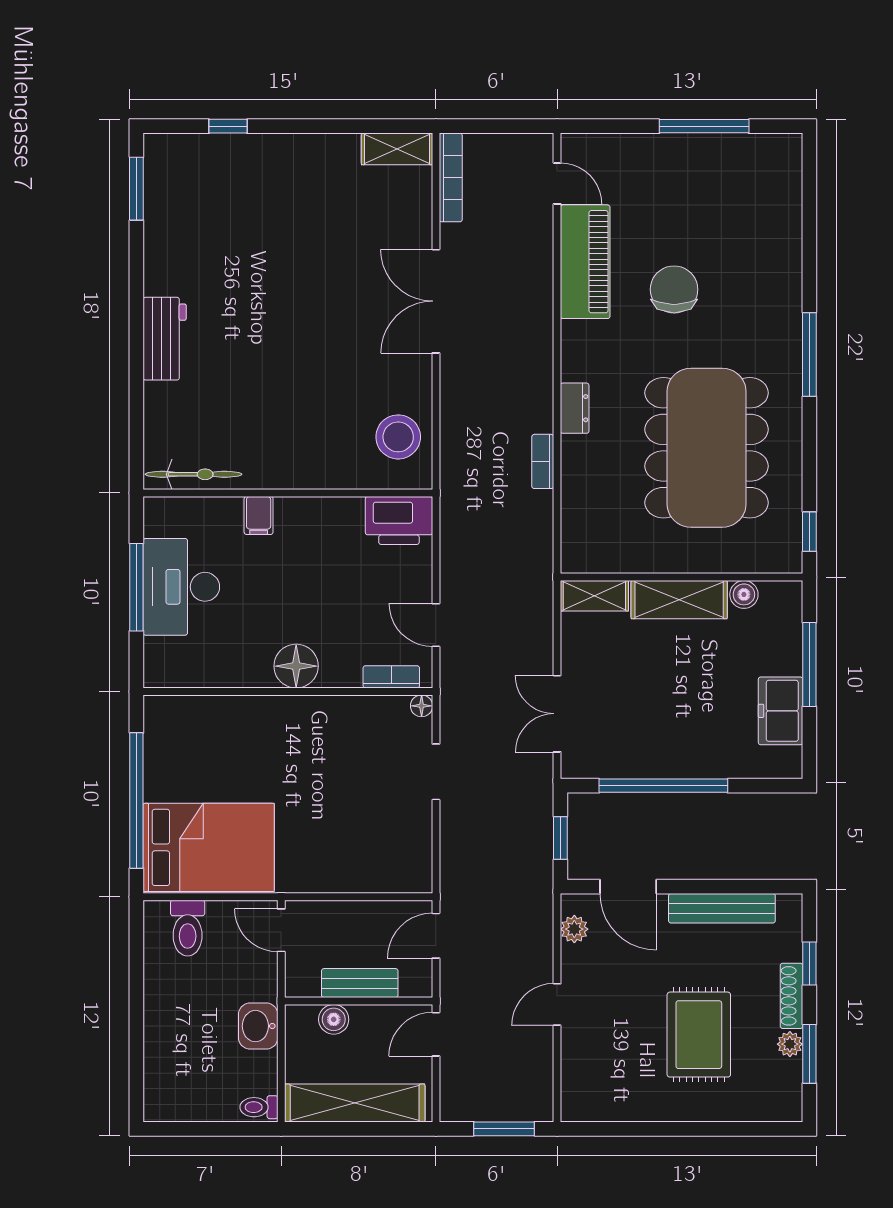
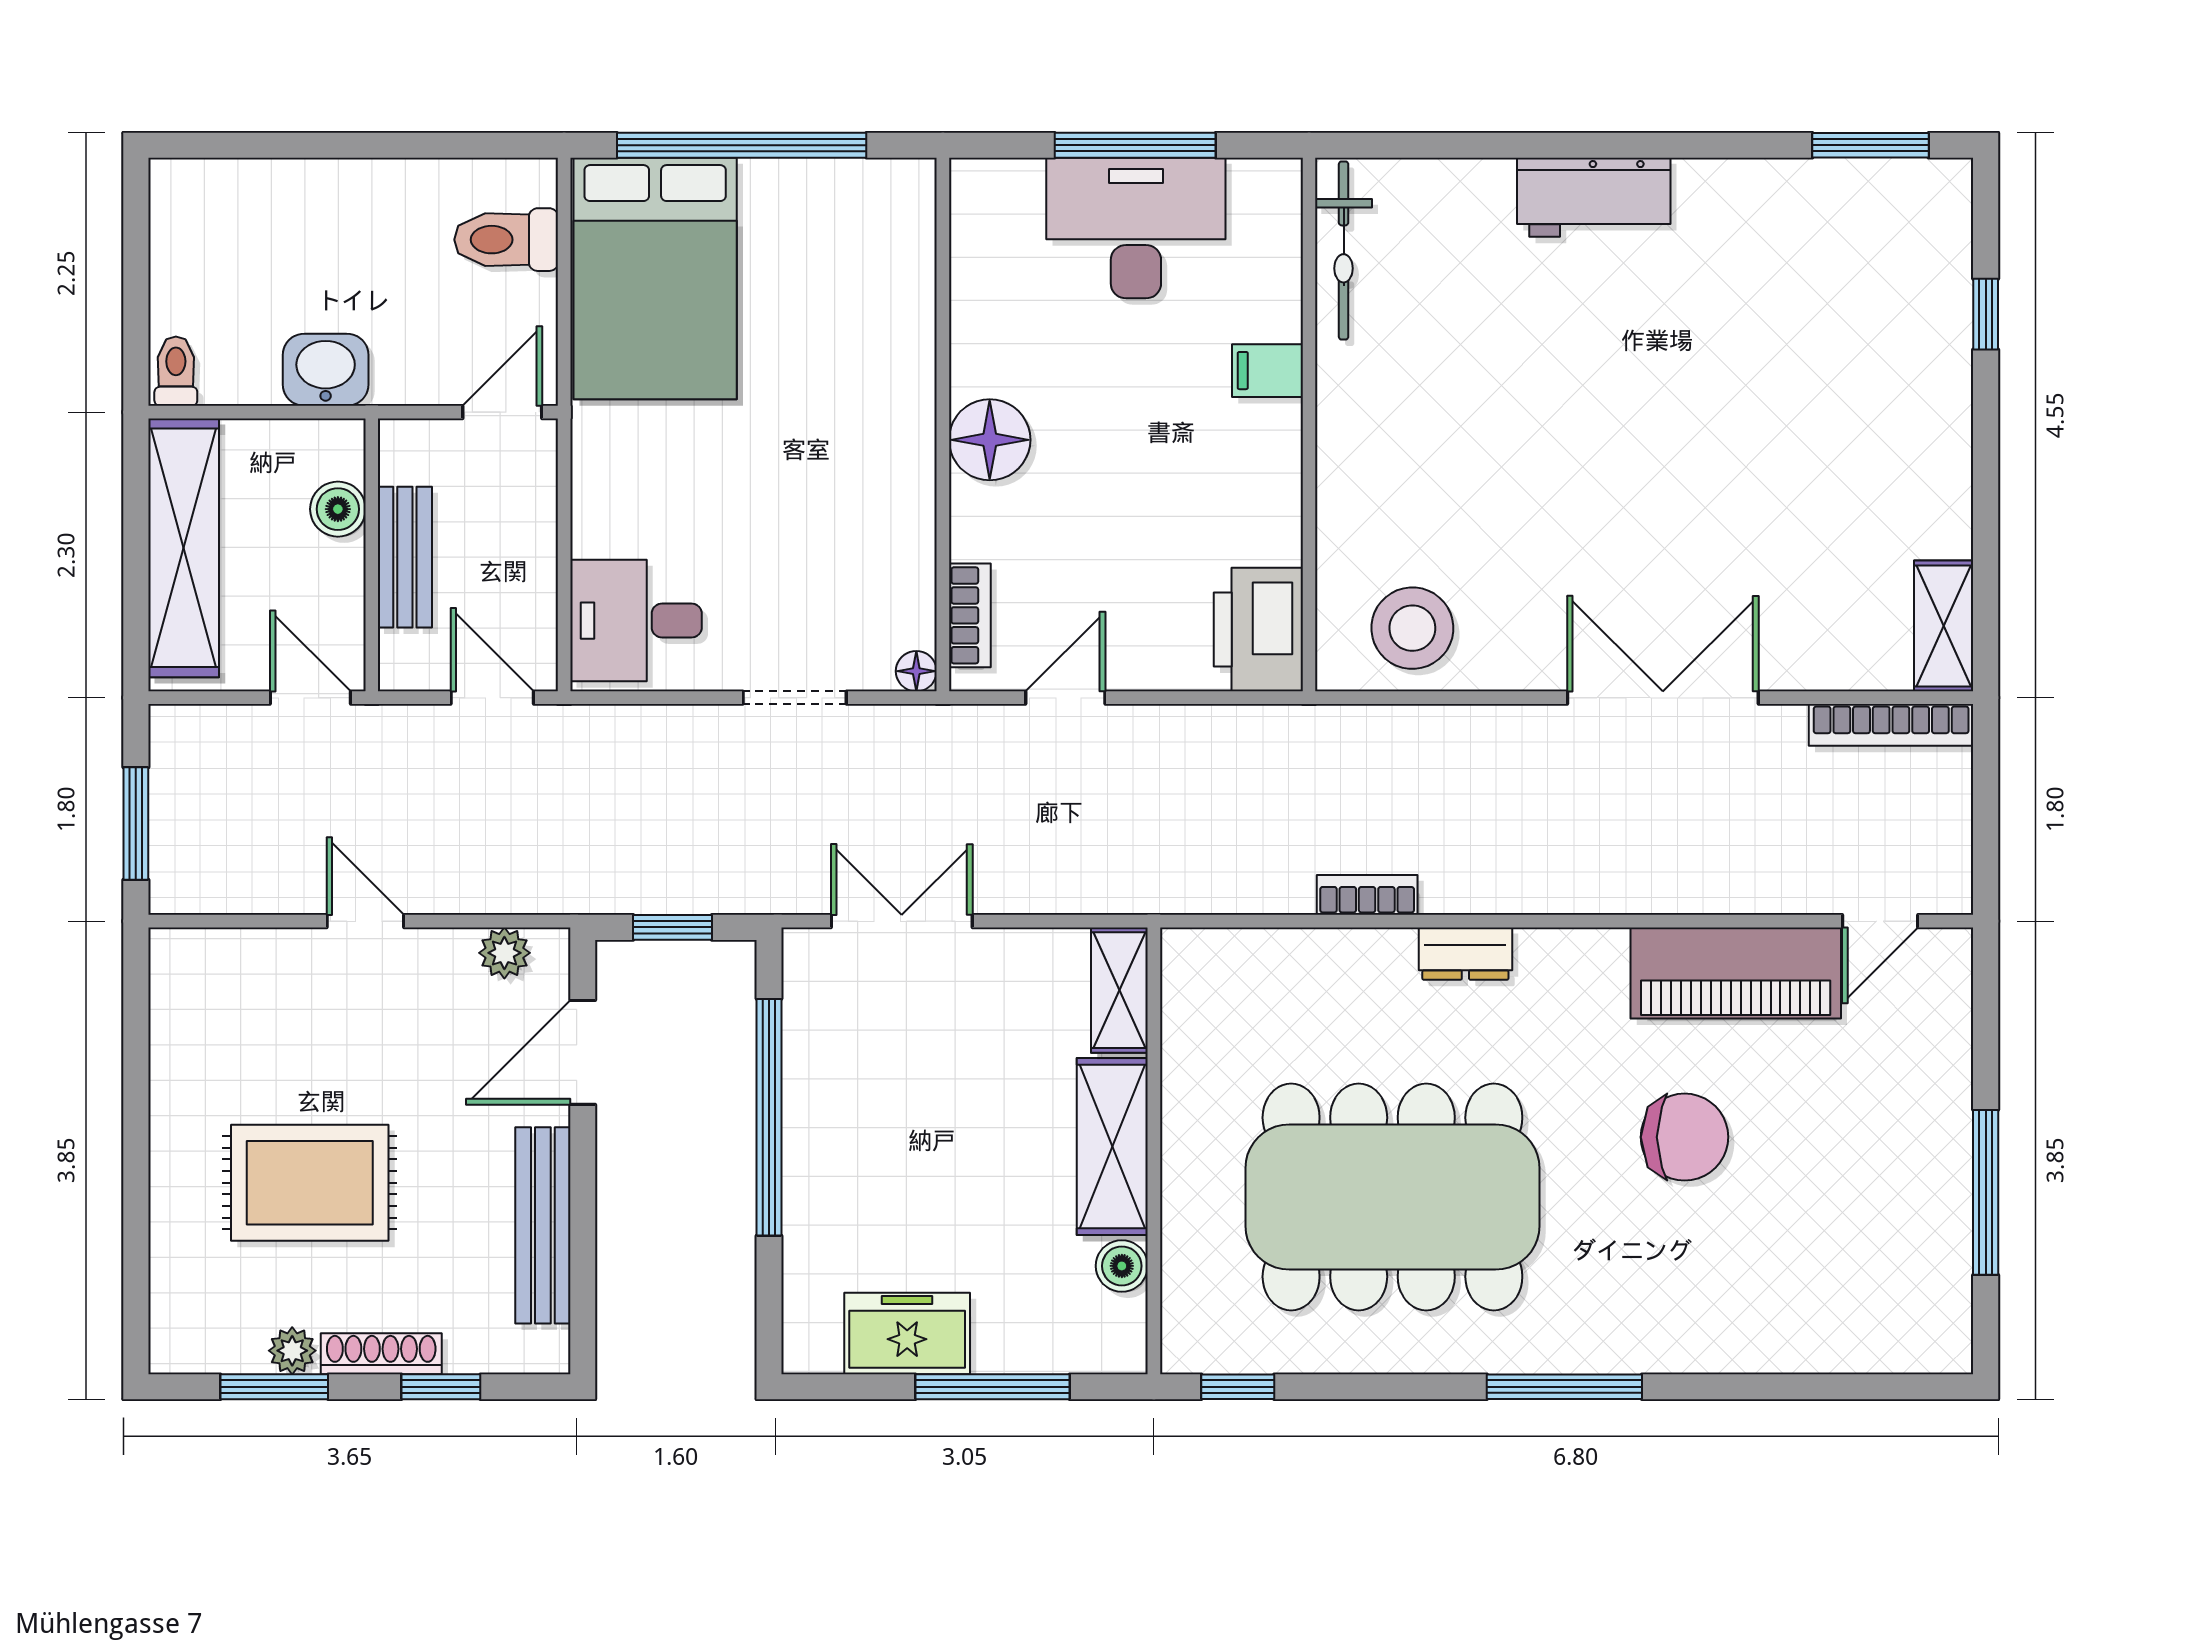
desk: (394, 858) -> (636, 621), added

